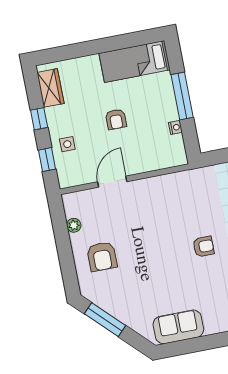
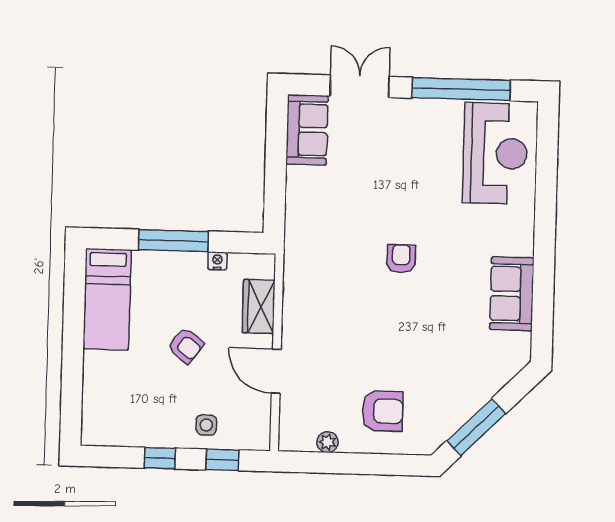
wardrobe: (50, 88) -> (259, 306), moved, turned -90
armchair: (116, 119) -> (186, 346), turned 37
sofa: (178, 327) -> (512, 294), moved

